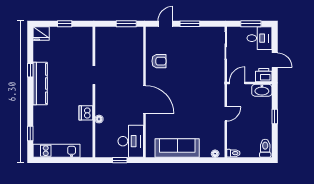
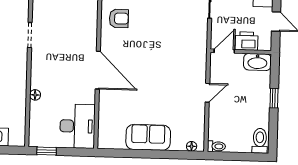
printer: (264, 75) -> (247, 41), moved
dishwasher: (86, 113) -> (18, 86), removed
sofa: (177, 148) -> (148, 137), width x0.73
window: (120, 160) -> (47, 151), moved

